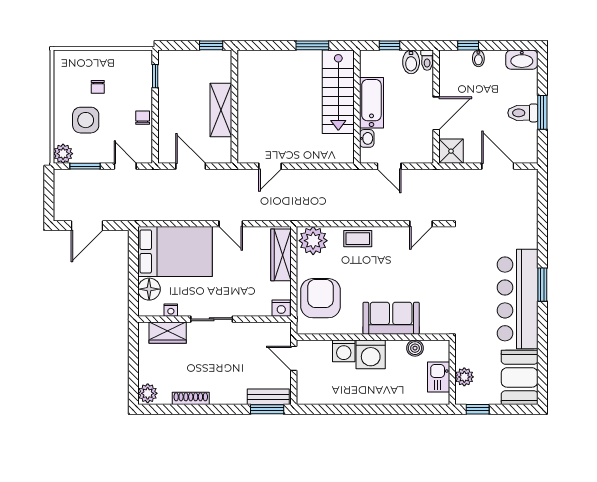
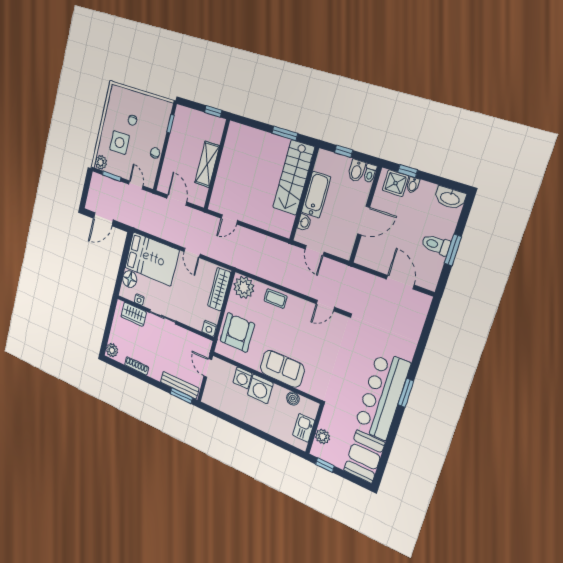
shower: (451, 151) -> (395, 183), moved
bench: (268, 397) -> (180, 385), width x1.36

